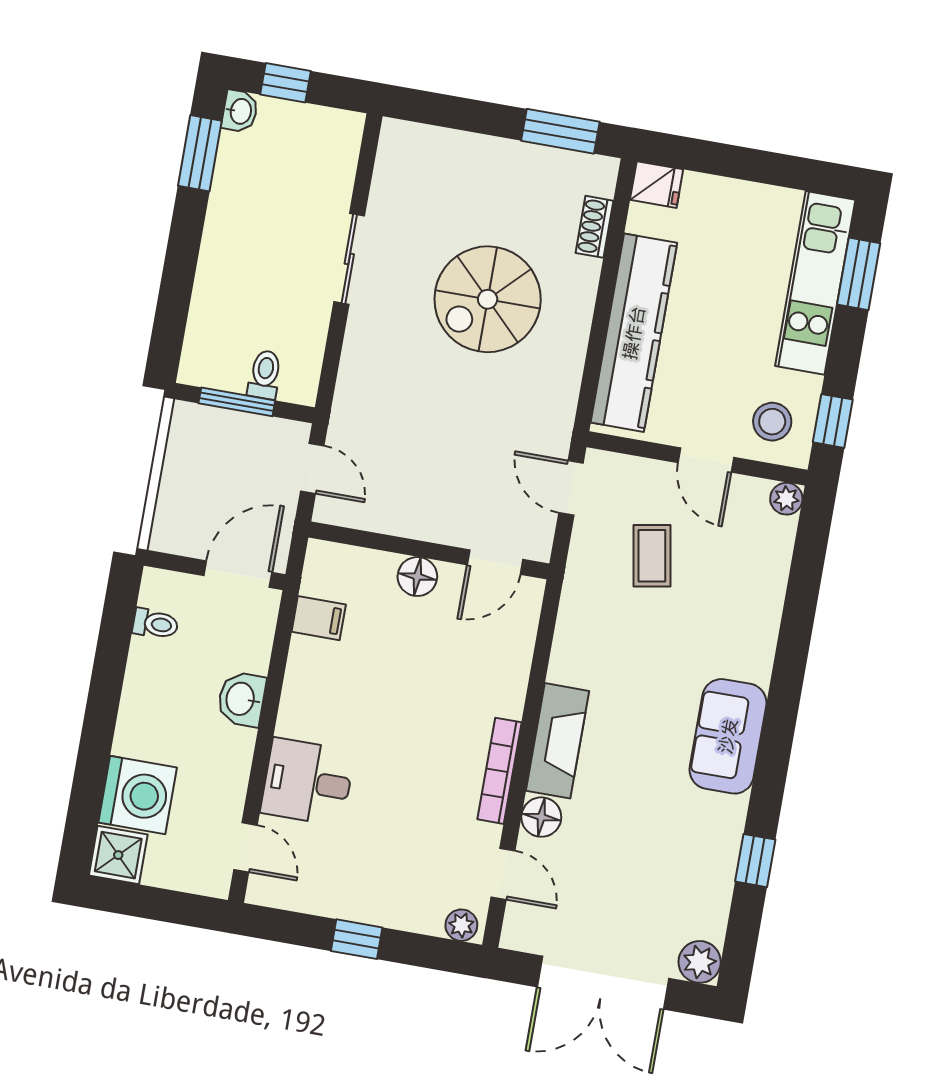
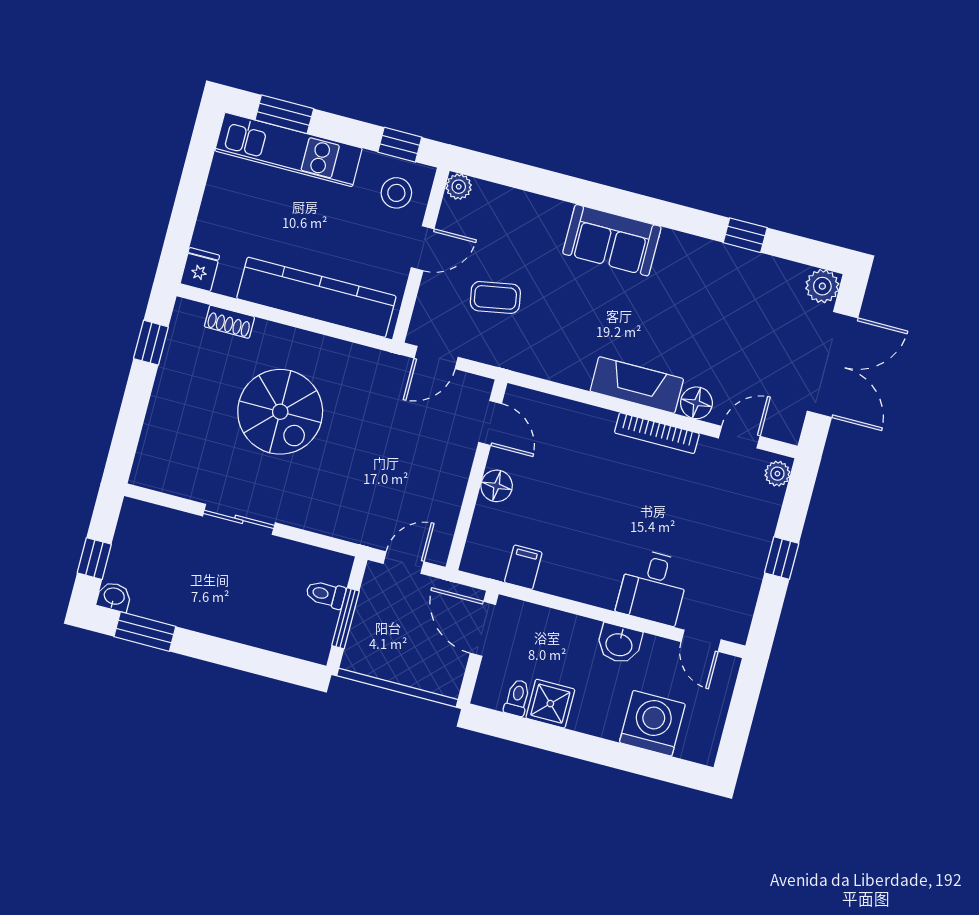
window: (560, 131) -> (151, 343), width x0.67
washbasin: (241, 699) -> (619, 644), moved
sofa: (728, 736) -> (612, 240), moved
door: (245, 847) -> (701, 641), swing flipped
shower: (118, 855) -> (550, 704), moved

